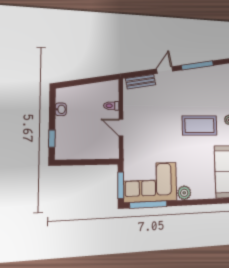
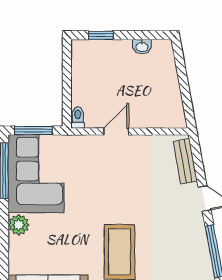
toilet: (111, 106) -> (78, 117), moved

